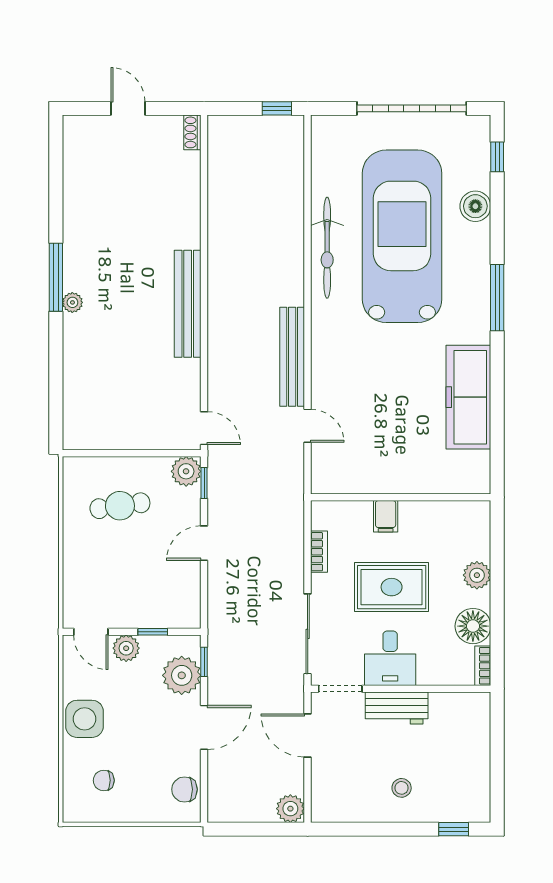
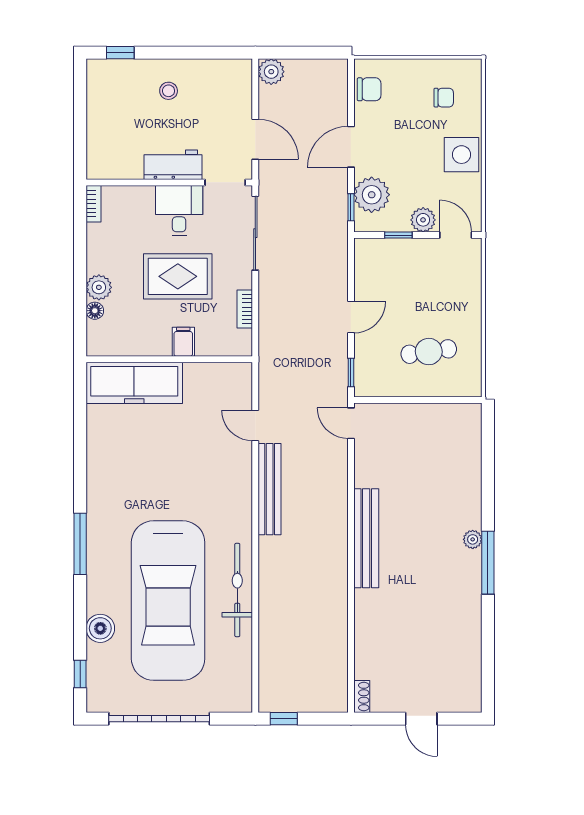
freezer: (468, 397) -> (134, 383), moved, turned 90
plant: (186, 471) -> (368, 383), removed
floor lamp: (473, 626) -> (95, 311), moved, width x0.53, depth x0.53

